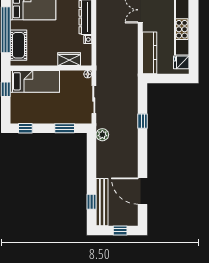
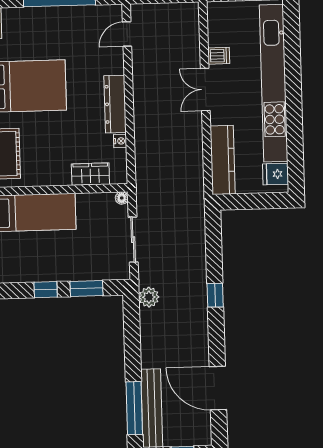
window: (143, 121) -> (215, 295), moved
window: (25, 128) -> (46, 290), moved
window: (92, 202) -> (134, 408), width x2.17

